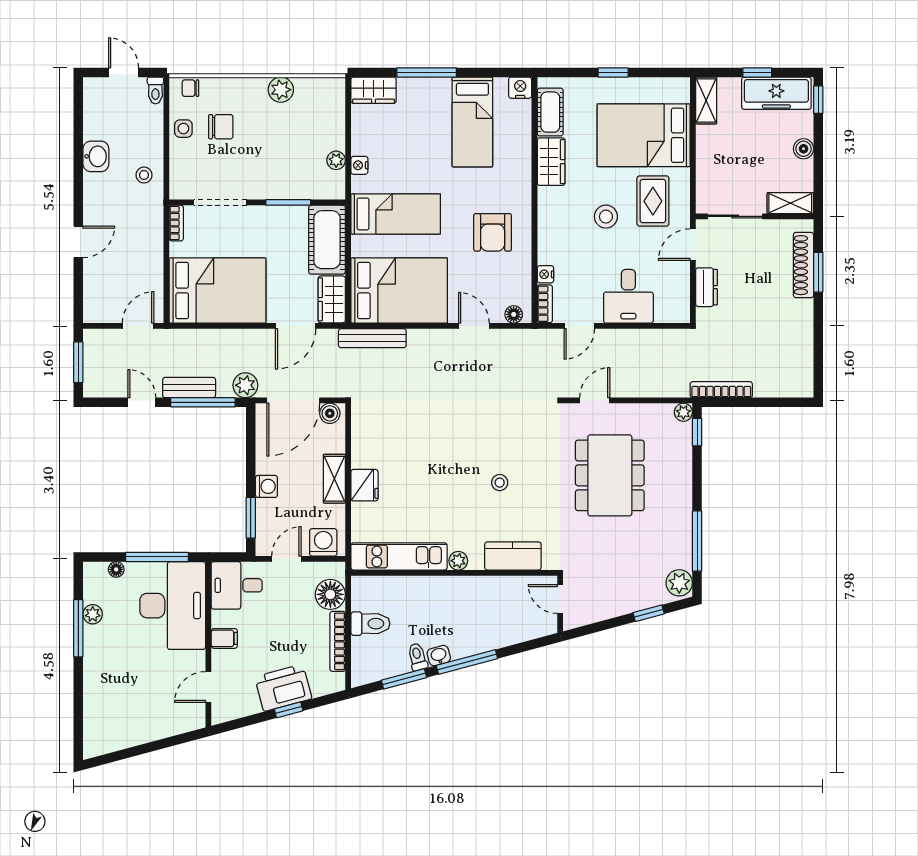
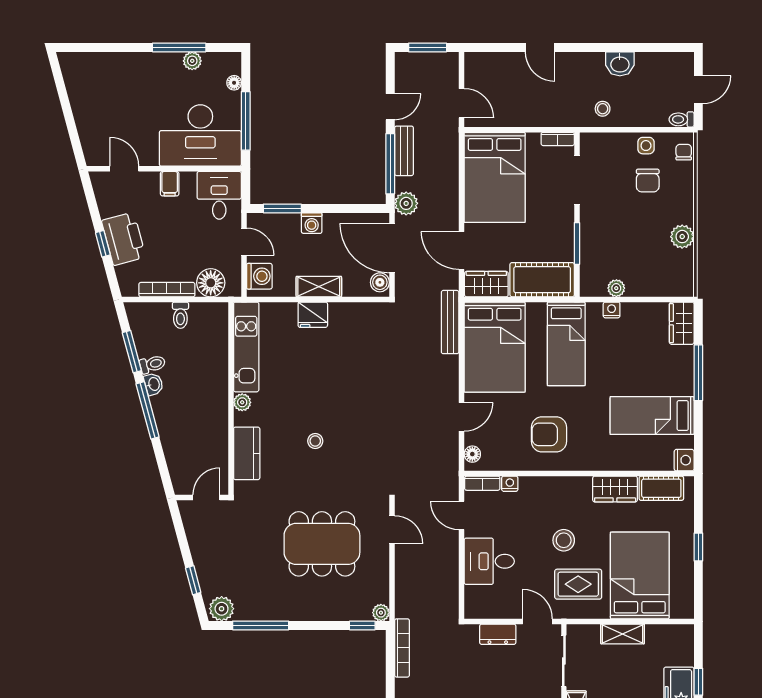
shelving: (706, 101) -> (623, 634), moved
toilet: (370, 624) -> (180, 315), width x0.73, depth x0.72

